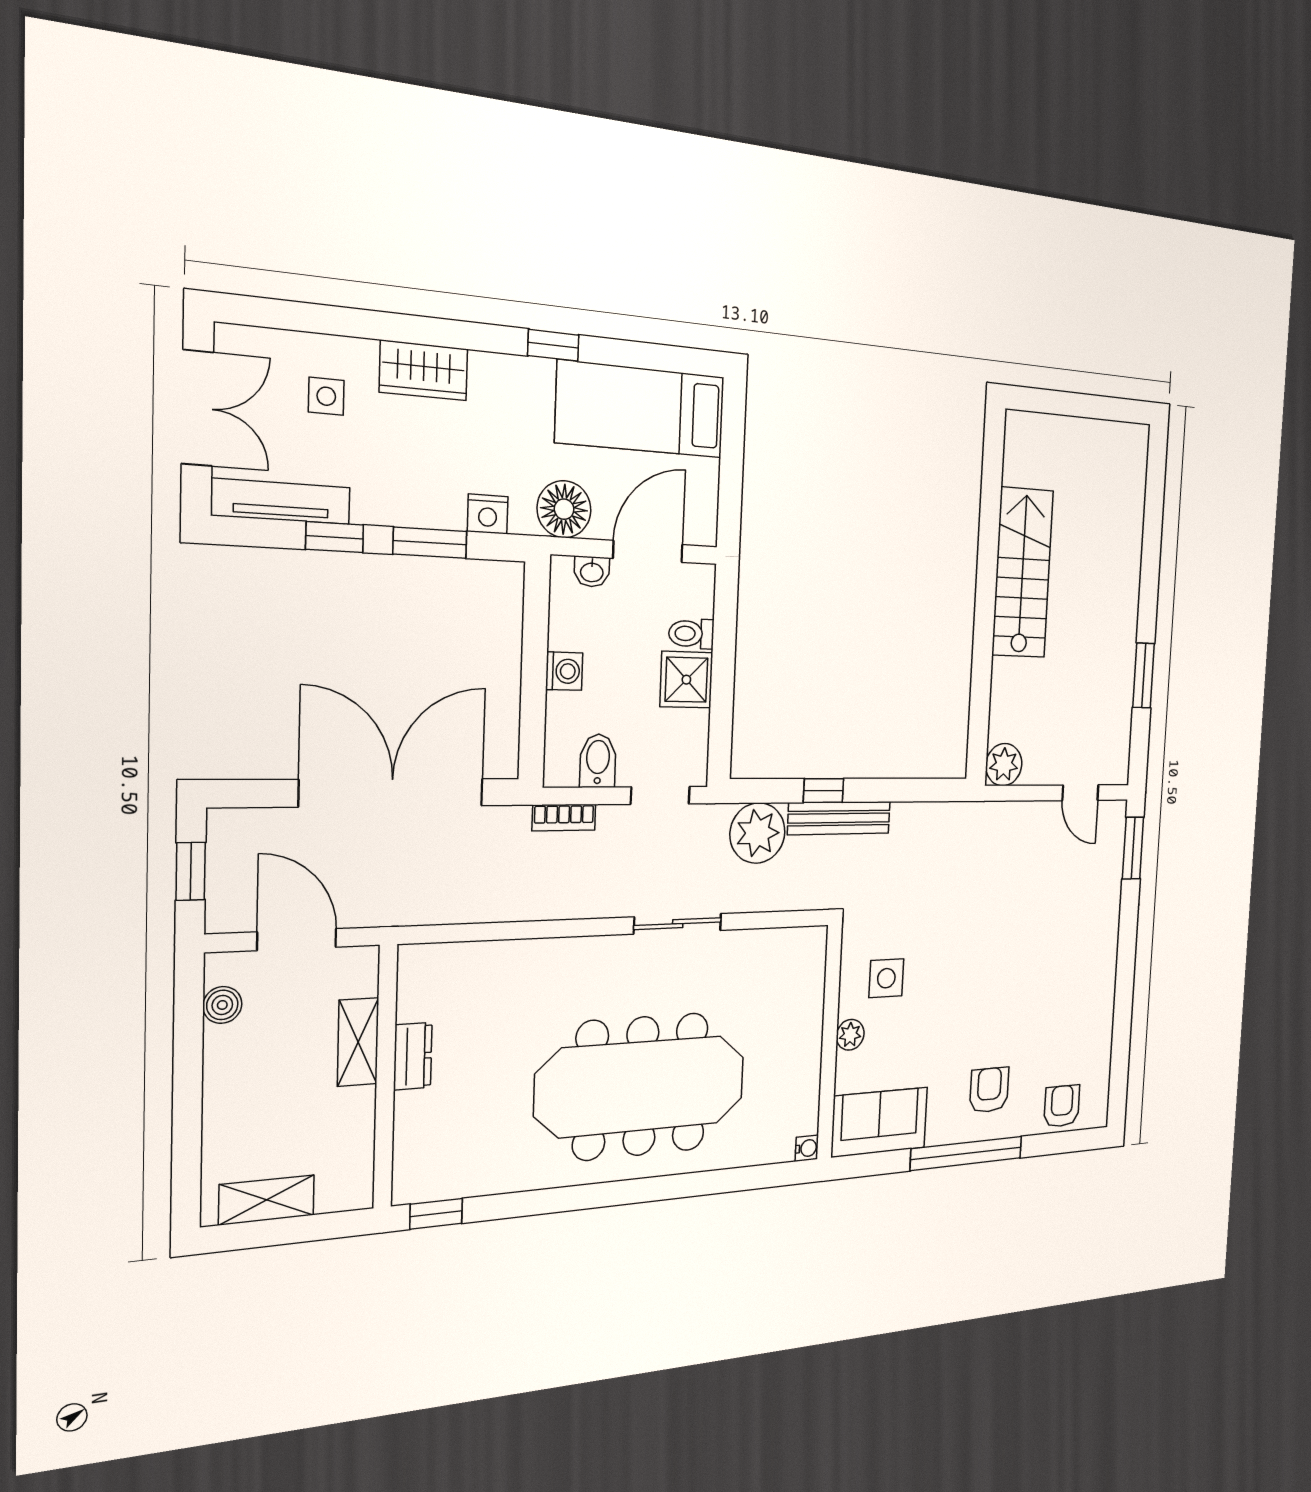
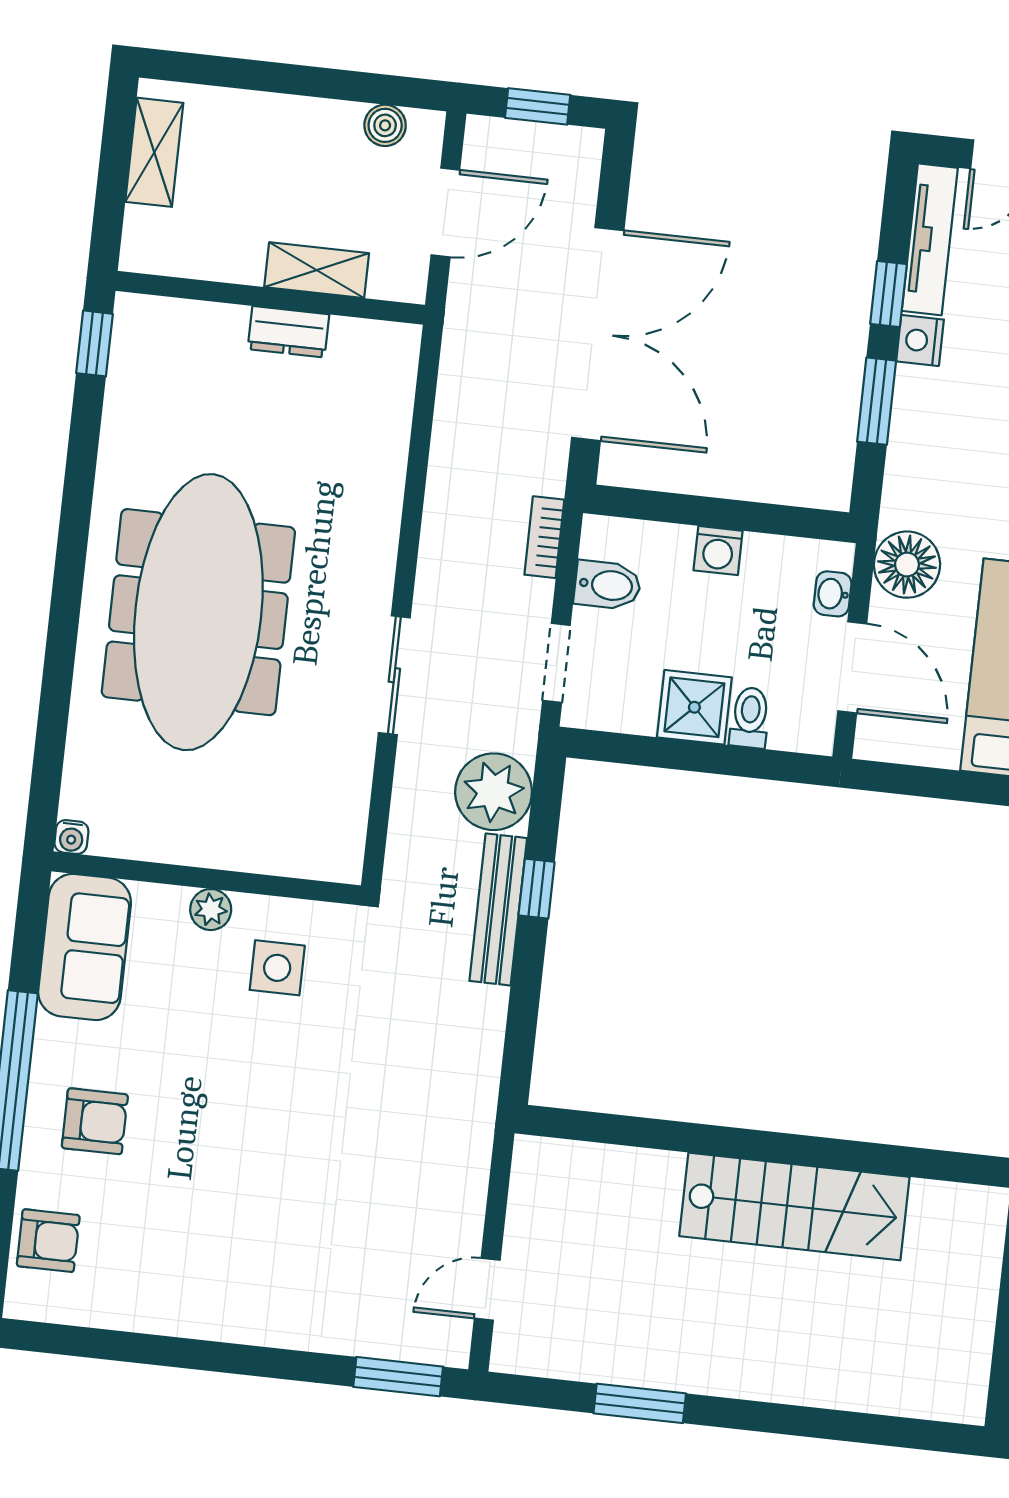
nightstand: (488, 514) -> (920, 340), moved
plant: (1004, 765) -> (540, 1165), removed

